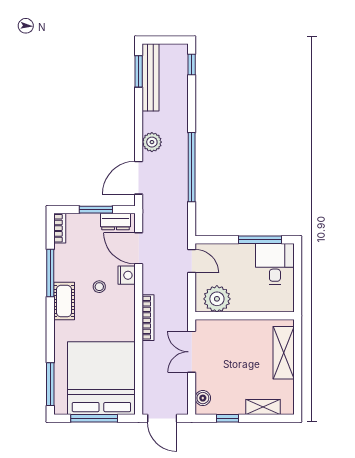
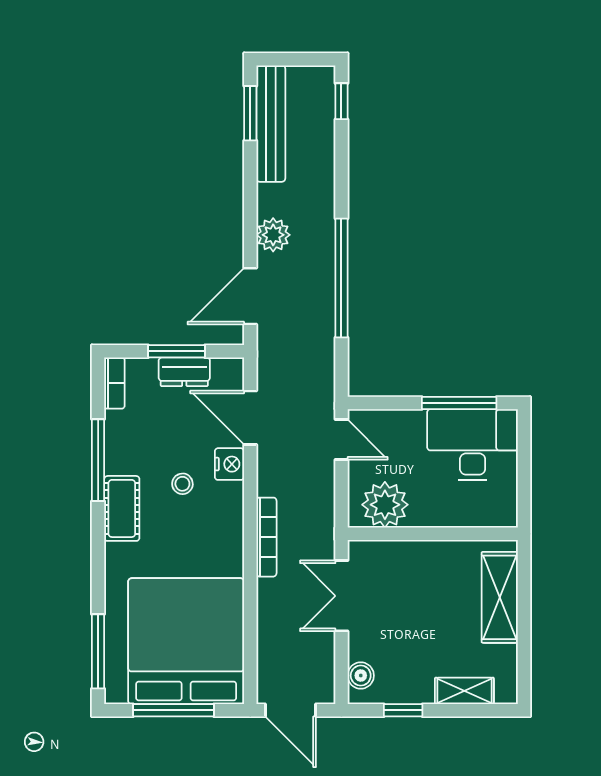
dresser: (115, 222) -> (184, 372), moved
desk: (275, 264) -> (473, 445), width x1.37

